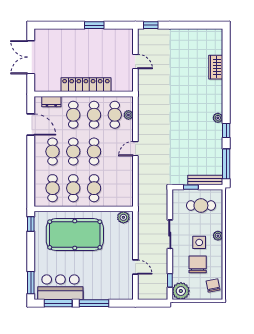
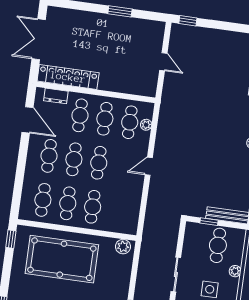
locker: (86, 85) -> (68, 77), moved
cafe table: (201, 206) -> (218, 245), turned 90
plant: (218, 236) -> (235, 271), moved

